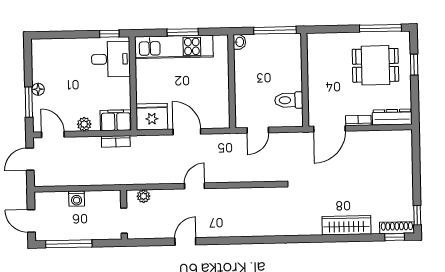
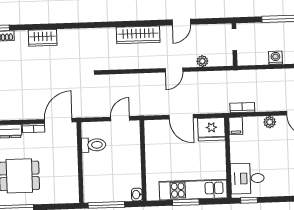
filing cabinet: (116, 120) -> (236, 126), width x0.50
plant: (143, 196) -> (202, 61), moved
wardrobe: (346, 225) -> (43, 38), width x0.67
wardrobe: (236, 227) -> (138, 35), added

